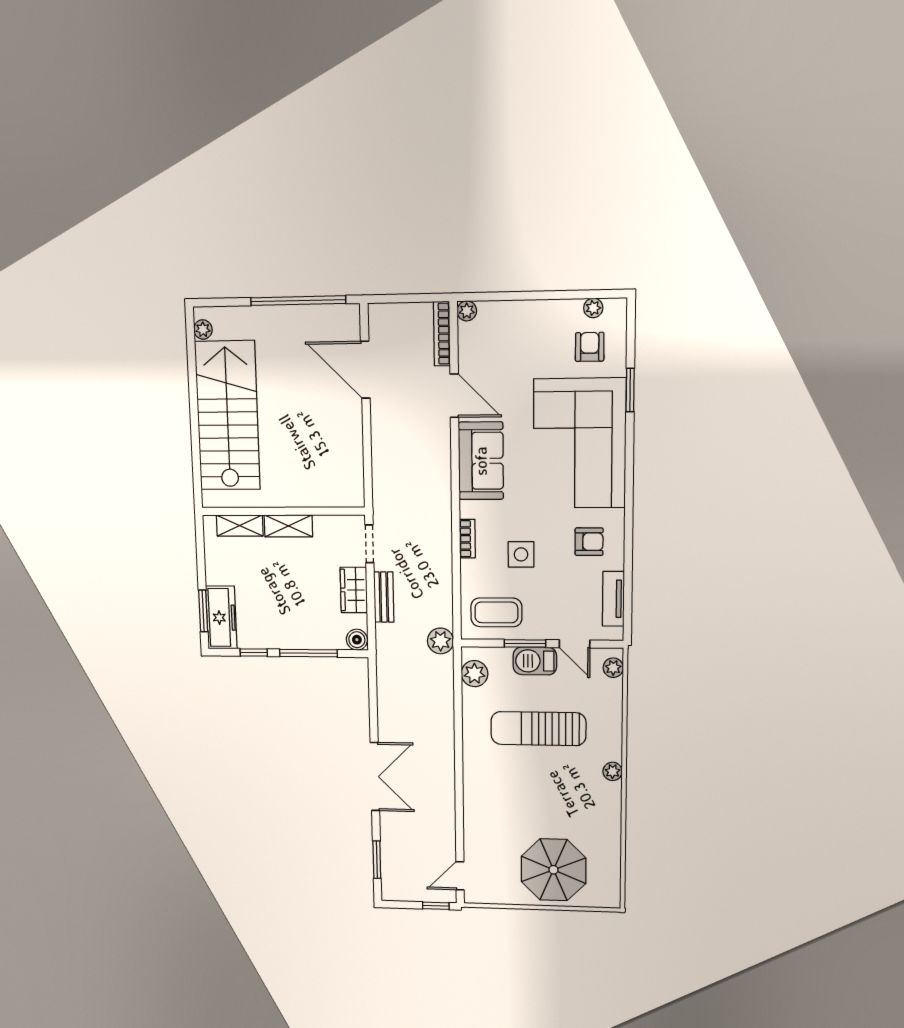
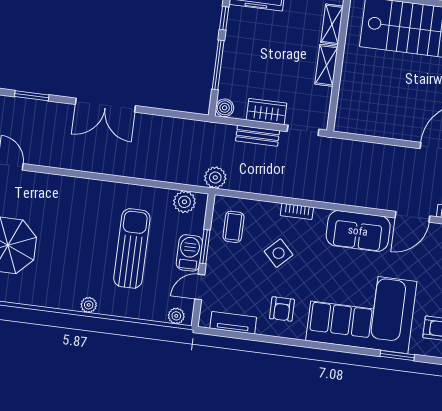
side table: (521, 554) -> (279, 253), turned 45
coffee table: (496, 612) -> (233, 227), width x0.73, depth x0.77

